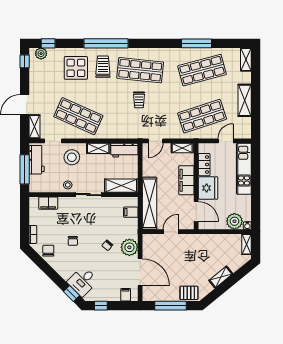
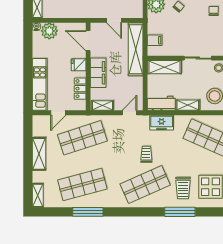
window: (106, 43) -> (180, 212), width x0.68
shop shelf: (140, 70) -> (145, 185), turned -30
freezer: (124, 131) -> (162, 123), added
fridge: (208, 188) -> (79, 65), width x0.53, depth x0.75
door: (171, 232) -> (114, 20), hinge flipped

